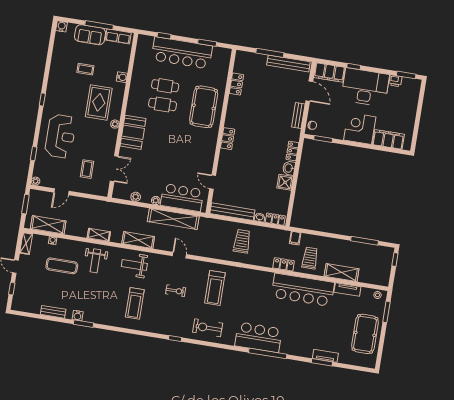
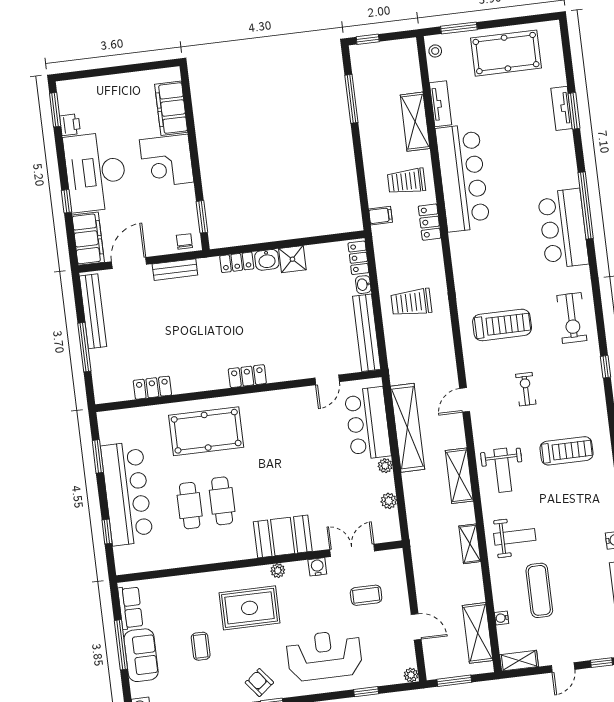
water cooler: (122, 77) -> (317, 567), moved
armchair: (56, 96) -> (259, 683), added

